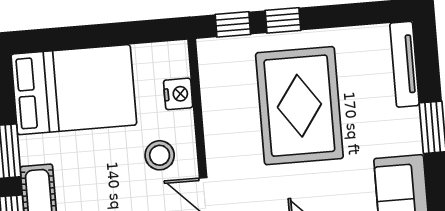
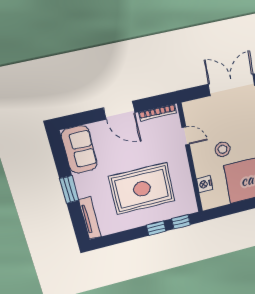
rug: (299, 106) -> (142, 189), turned 90
stool: (160, 155) -> (223, 149), moved

